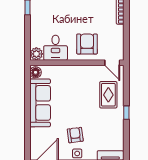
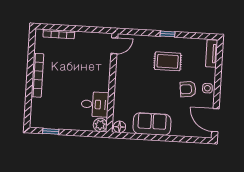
armchair: (87, 44) -> (93, 71), removed
rug: (108, 95) -> (168, 61), moved
sofa: (40, 103) -> (152, 124), width x0.73

